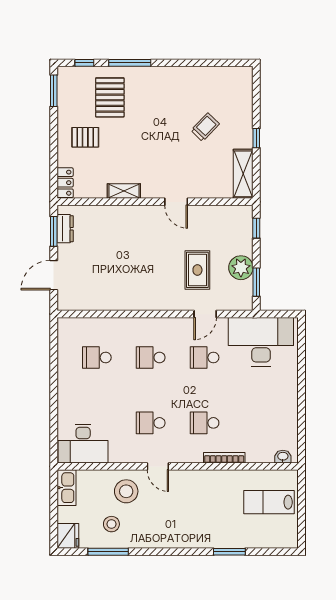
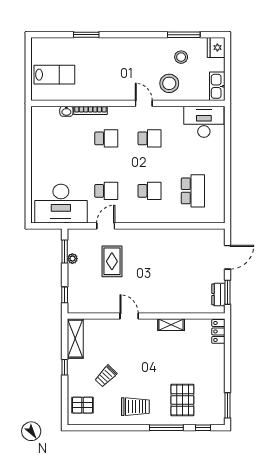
trolley: (168, 89) -> (135, 407), added
pallet: (85, 137) -> (83, 405), moved
plant: (241, 268) -> (72, 259), width x0.53, depth x0.53
school desk: (97, 358) -> (193, 191), width x1.85
washbasin: (283, 457) -> (66, 111), moved

